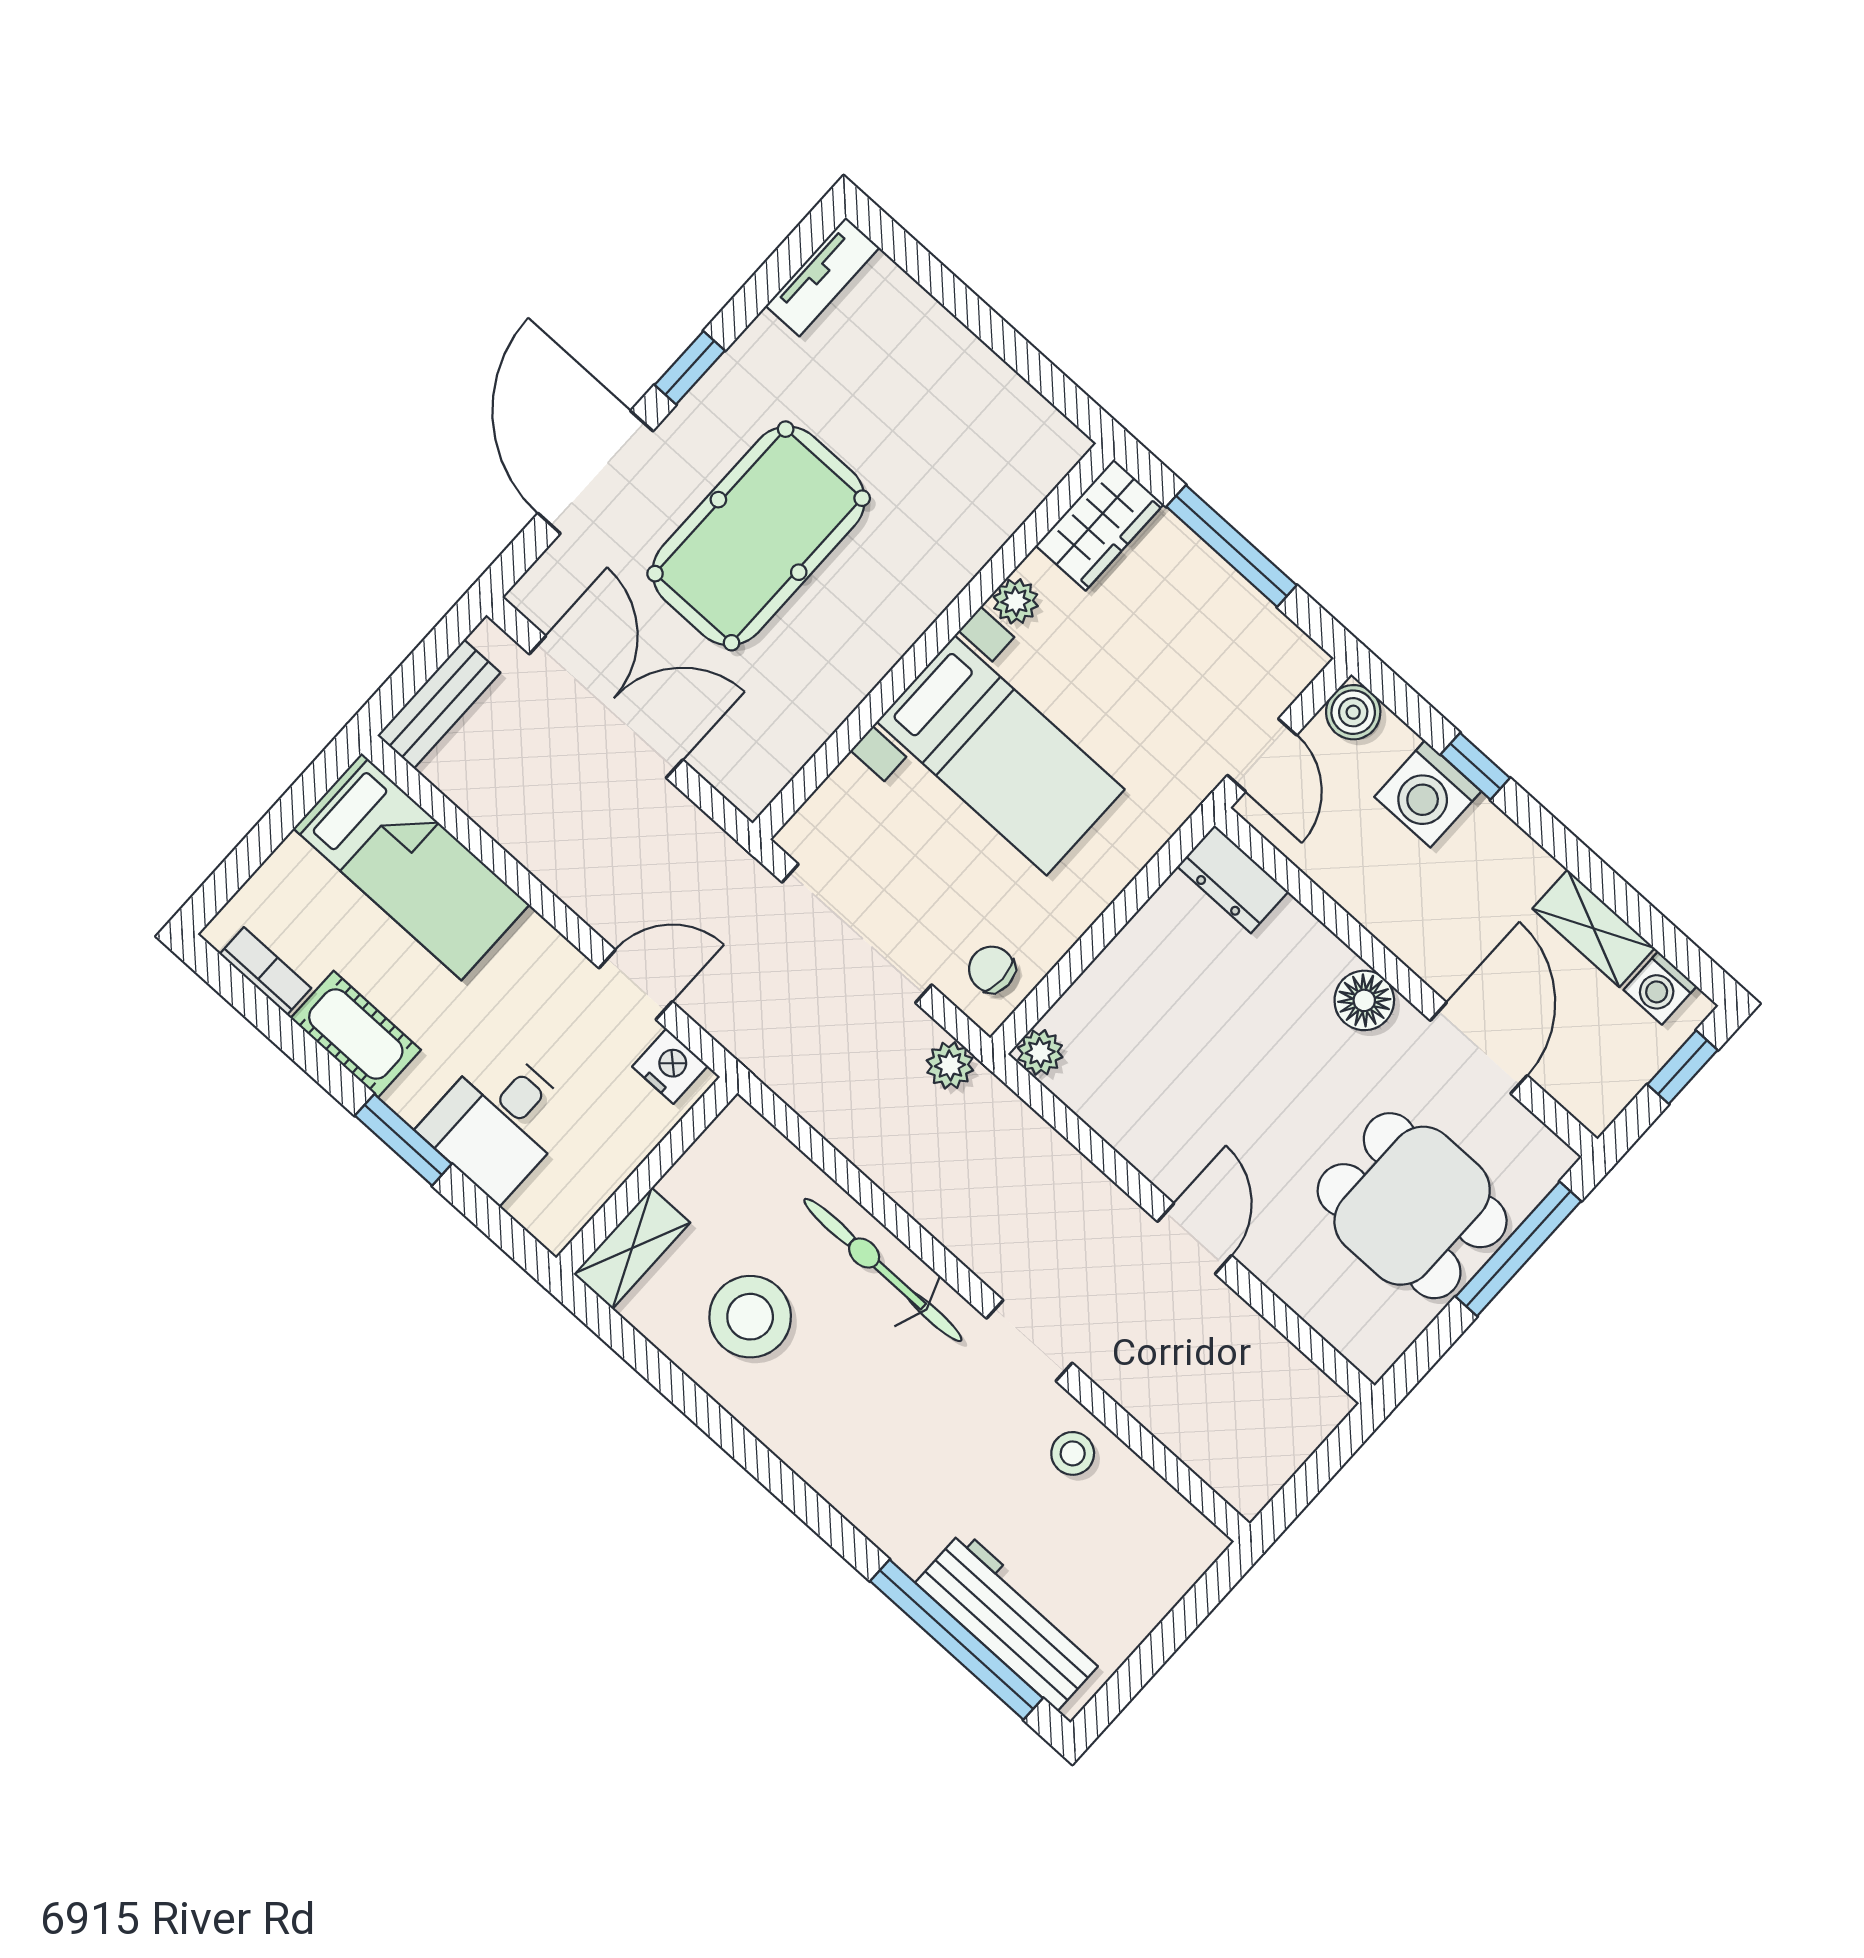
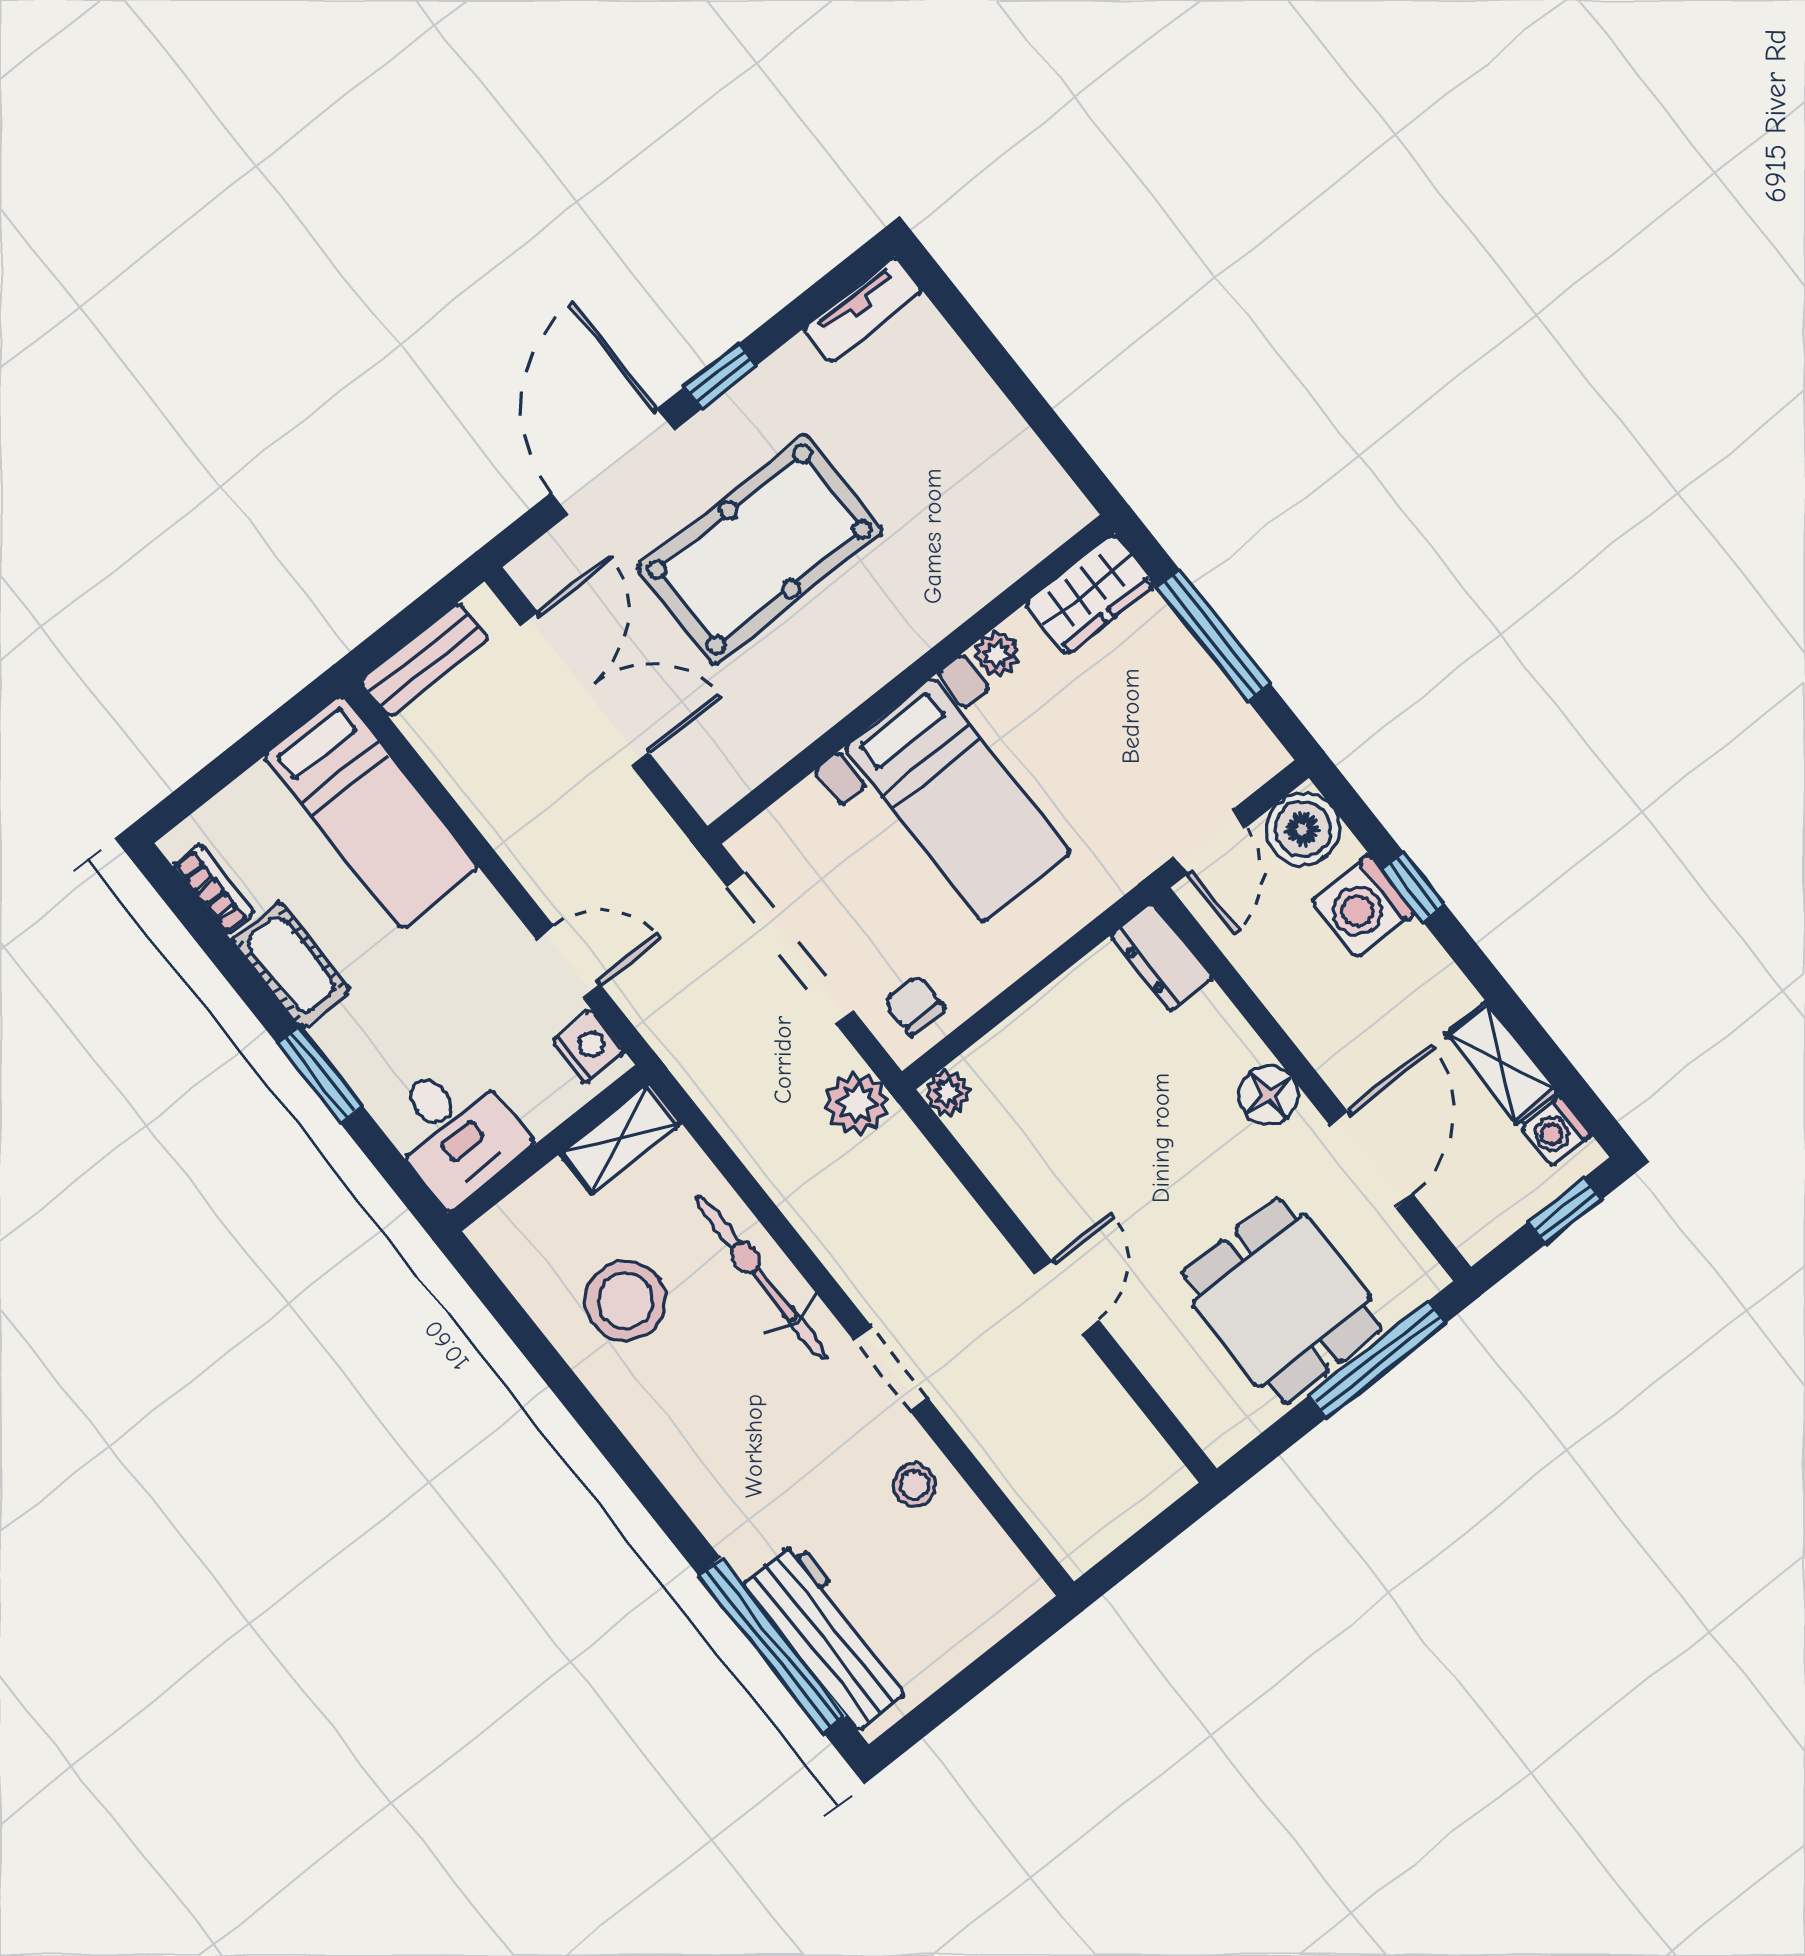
boiler: (1353, 712) -> (1303, 829), width x1.36, depth x1.36
plant: (950, 1065) -> (857, 1103), width x1.38, depth x1.38
desk: (498, 1122) -> (454, 1131), moved, turned -90
shelving: (632, 1248) -> (620, 1139), moved

